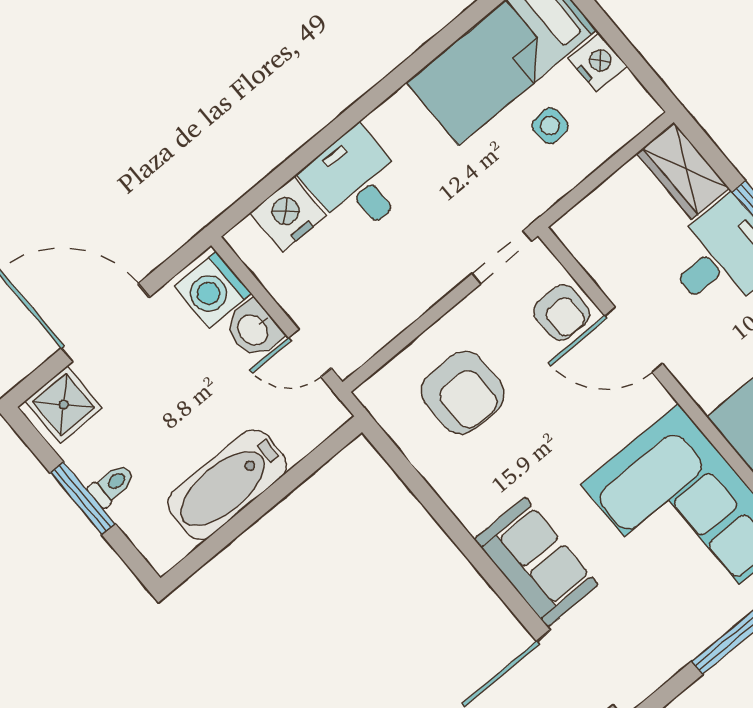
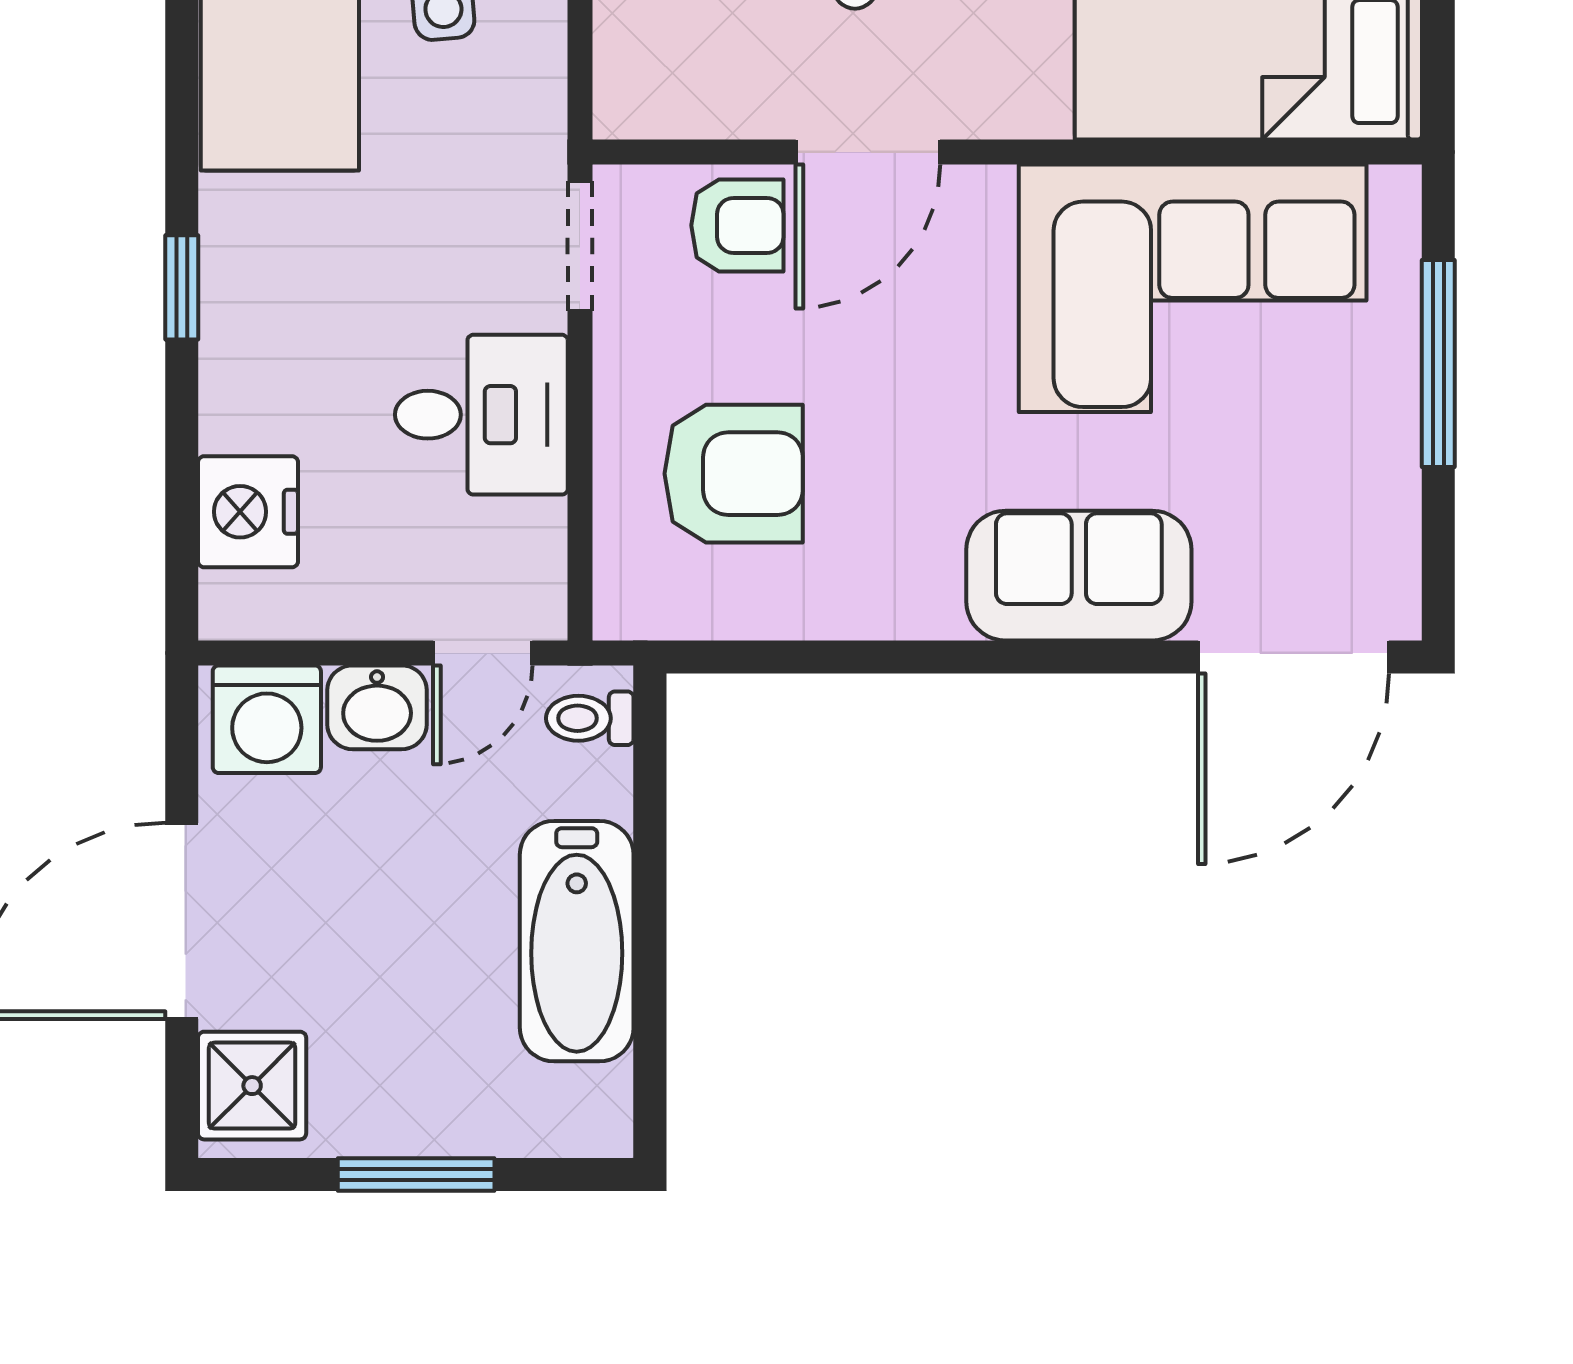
window: (355, 114) -> (182, 287), added
desk: (356, 182) -> (481, 415), moved, turned 180
toilet: (112, 485) -> (590, 718), moved, turned -90

